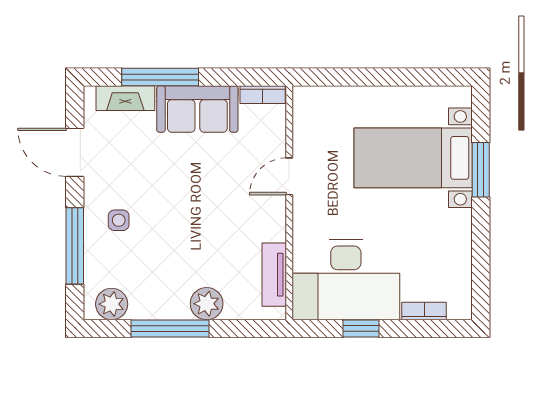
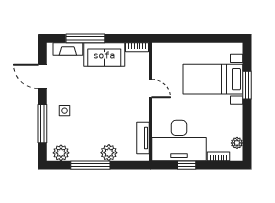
door: (289, 176) -> (150, 89), swing flipped
plant: (461, 284) -> (237, 143), added

